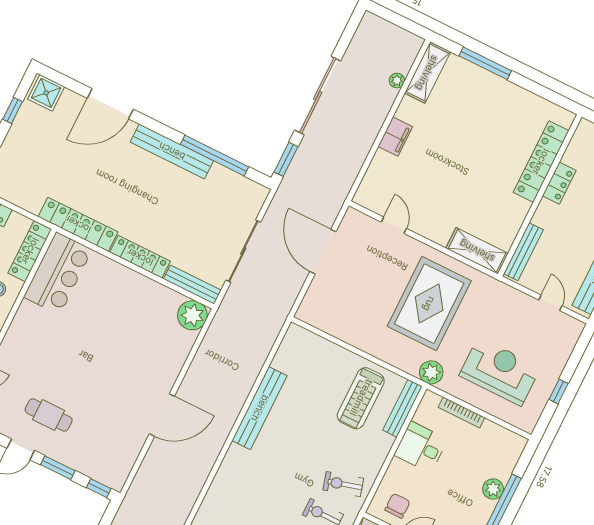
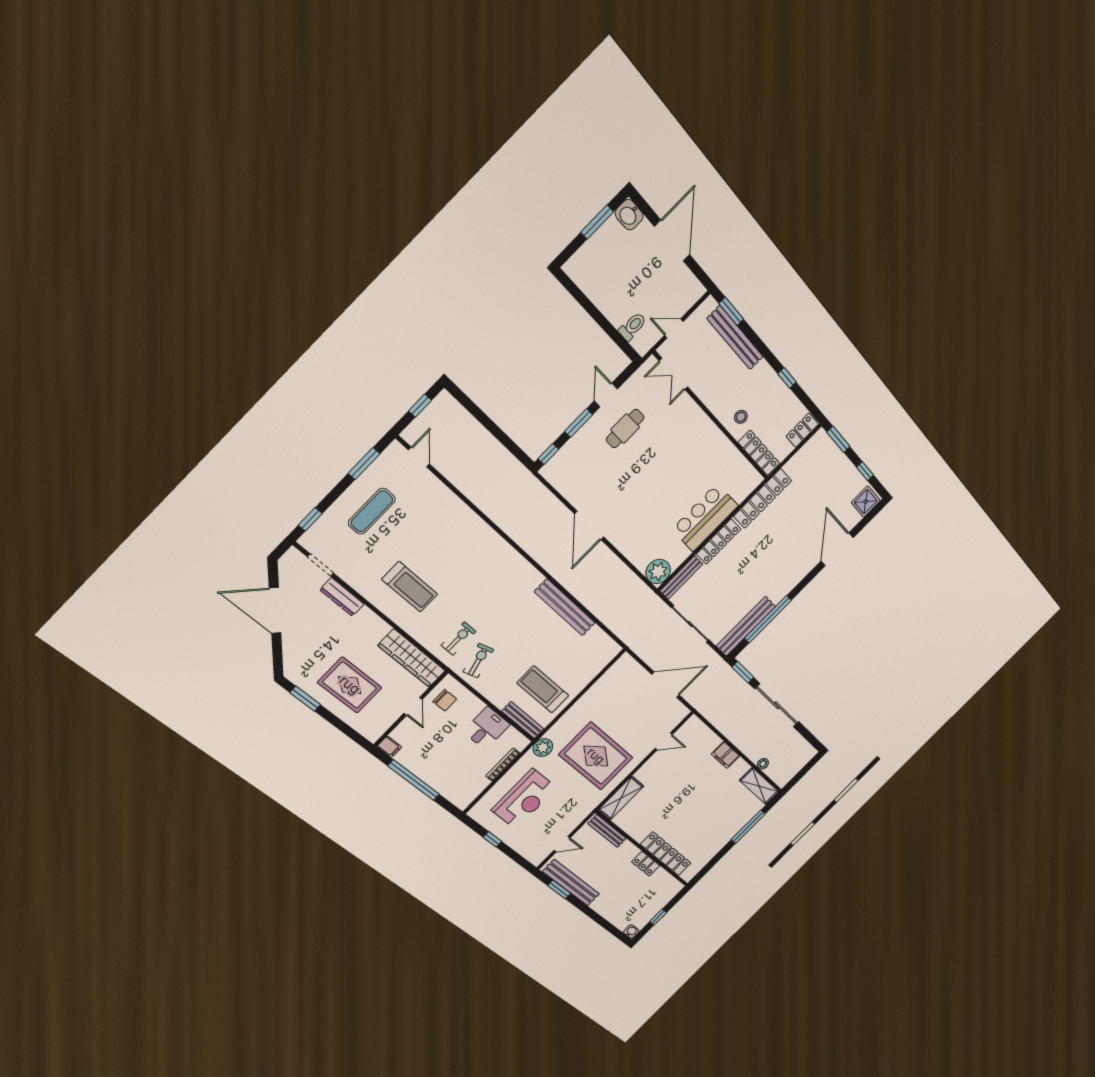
bench: (172, 151) -> (746, 626), moved
bar counter: (58, 273) -> (705, 518), moved, turned 90
plant: (493, 489) -> (432, 778), removed

